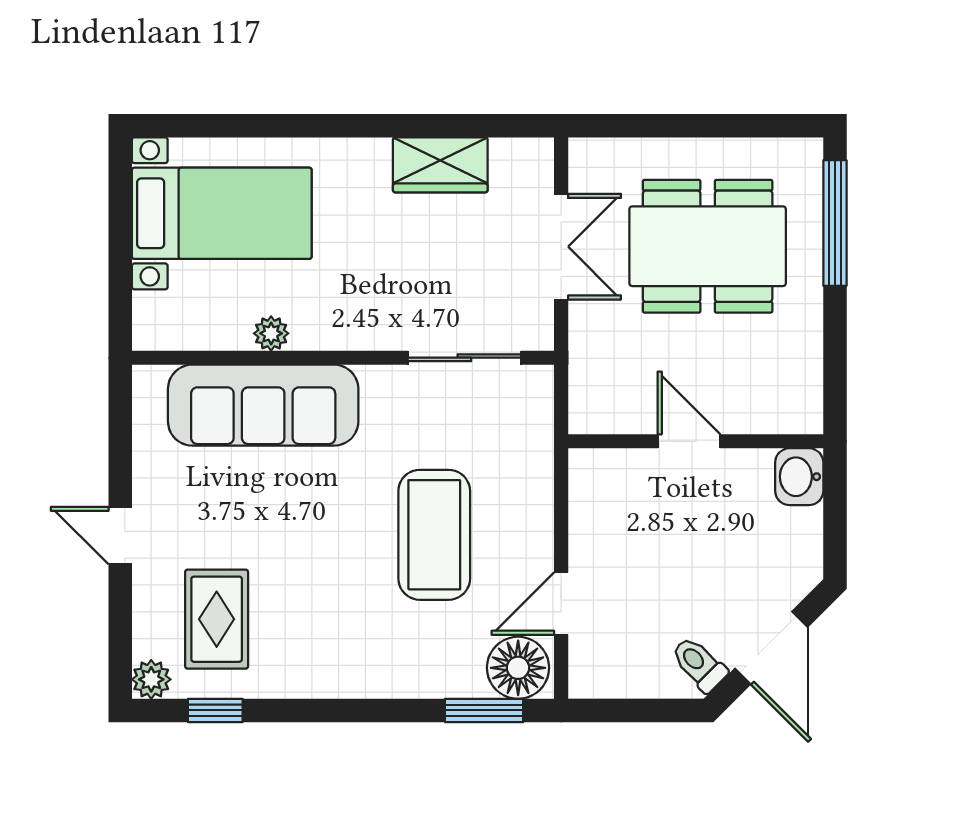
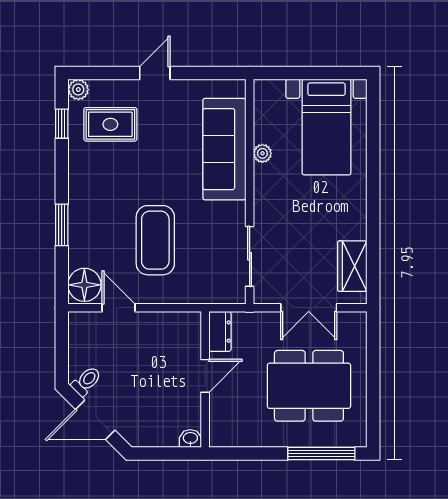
wardrobe: (440, 165) -> (352, 266), moved
dining table: (708, 246) -> (309, 386), turned 90
dresser: (606, 413) -> (220, 332), added
washbasin: (799, 477) -> (190, 439), width x0.72, depth x0.69
coffee table: (434, 535) -> (155, 240), turned 90
window: (484, 710) -> (62, 225), moved

